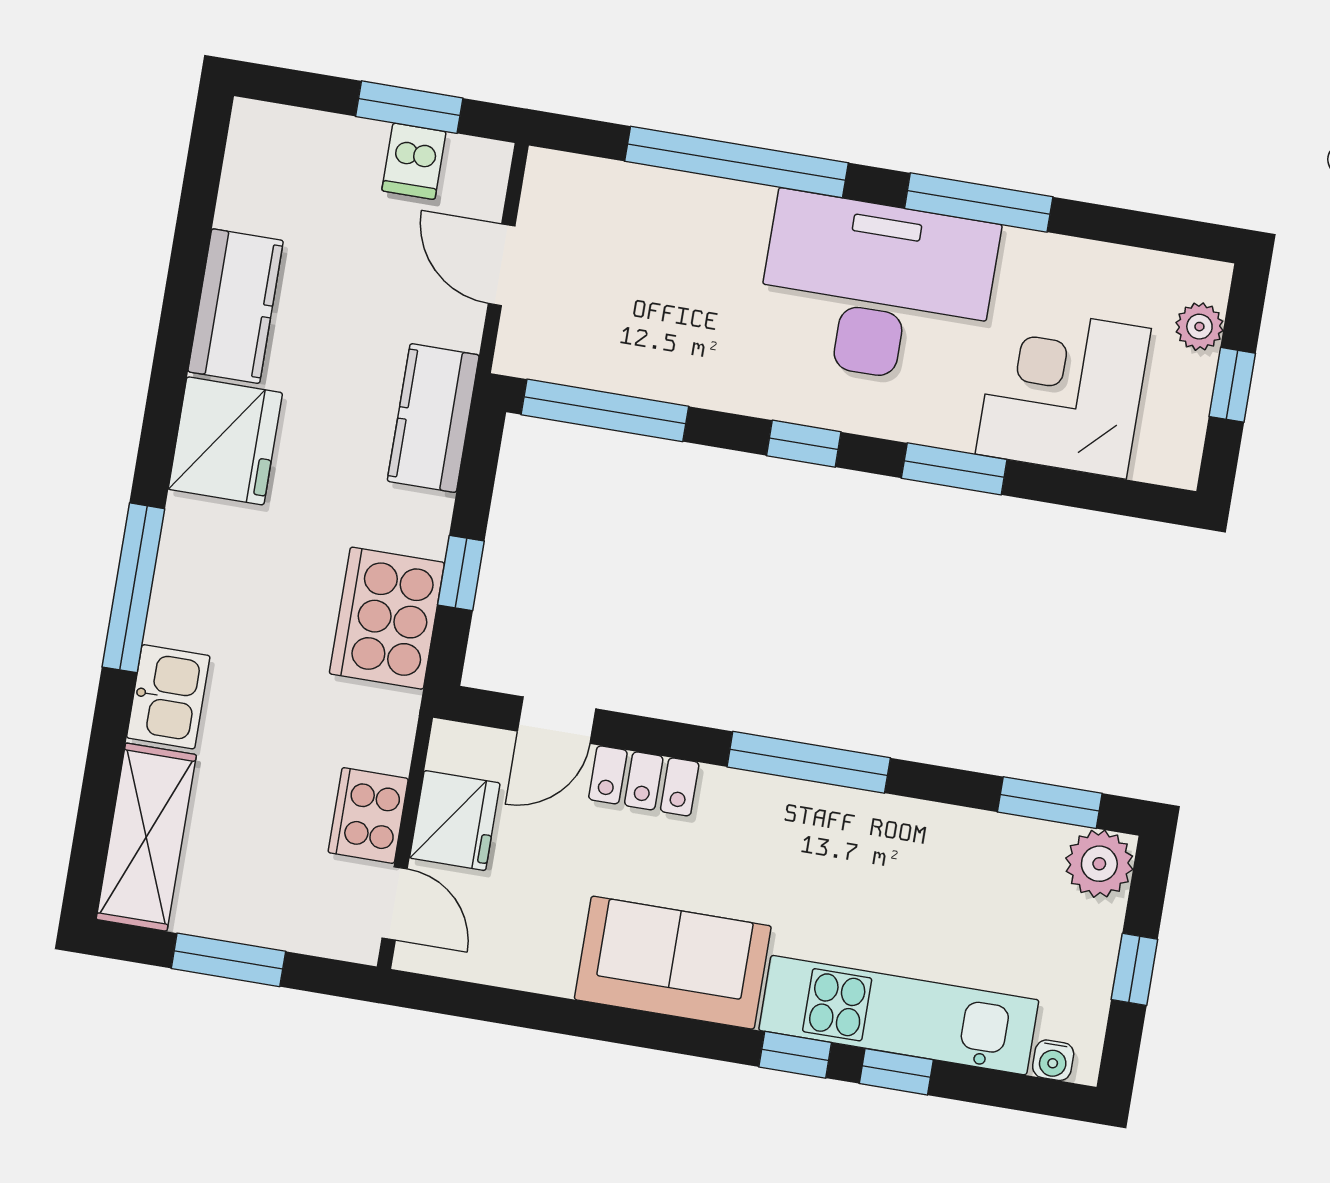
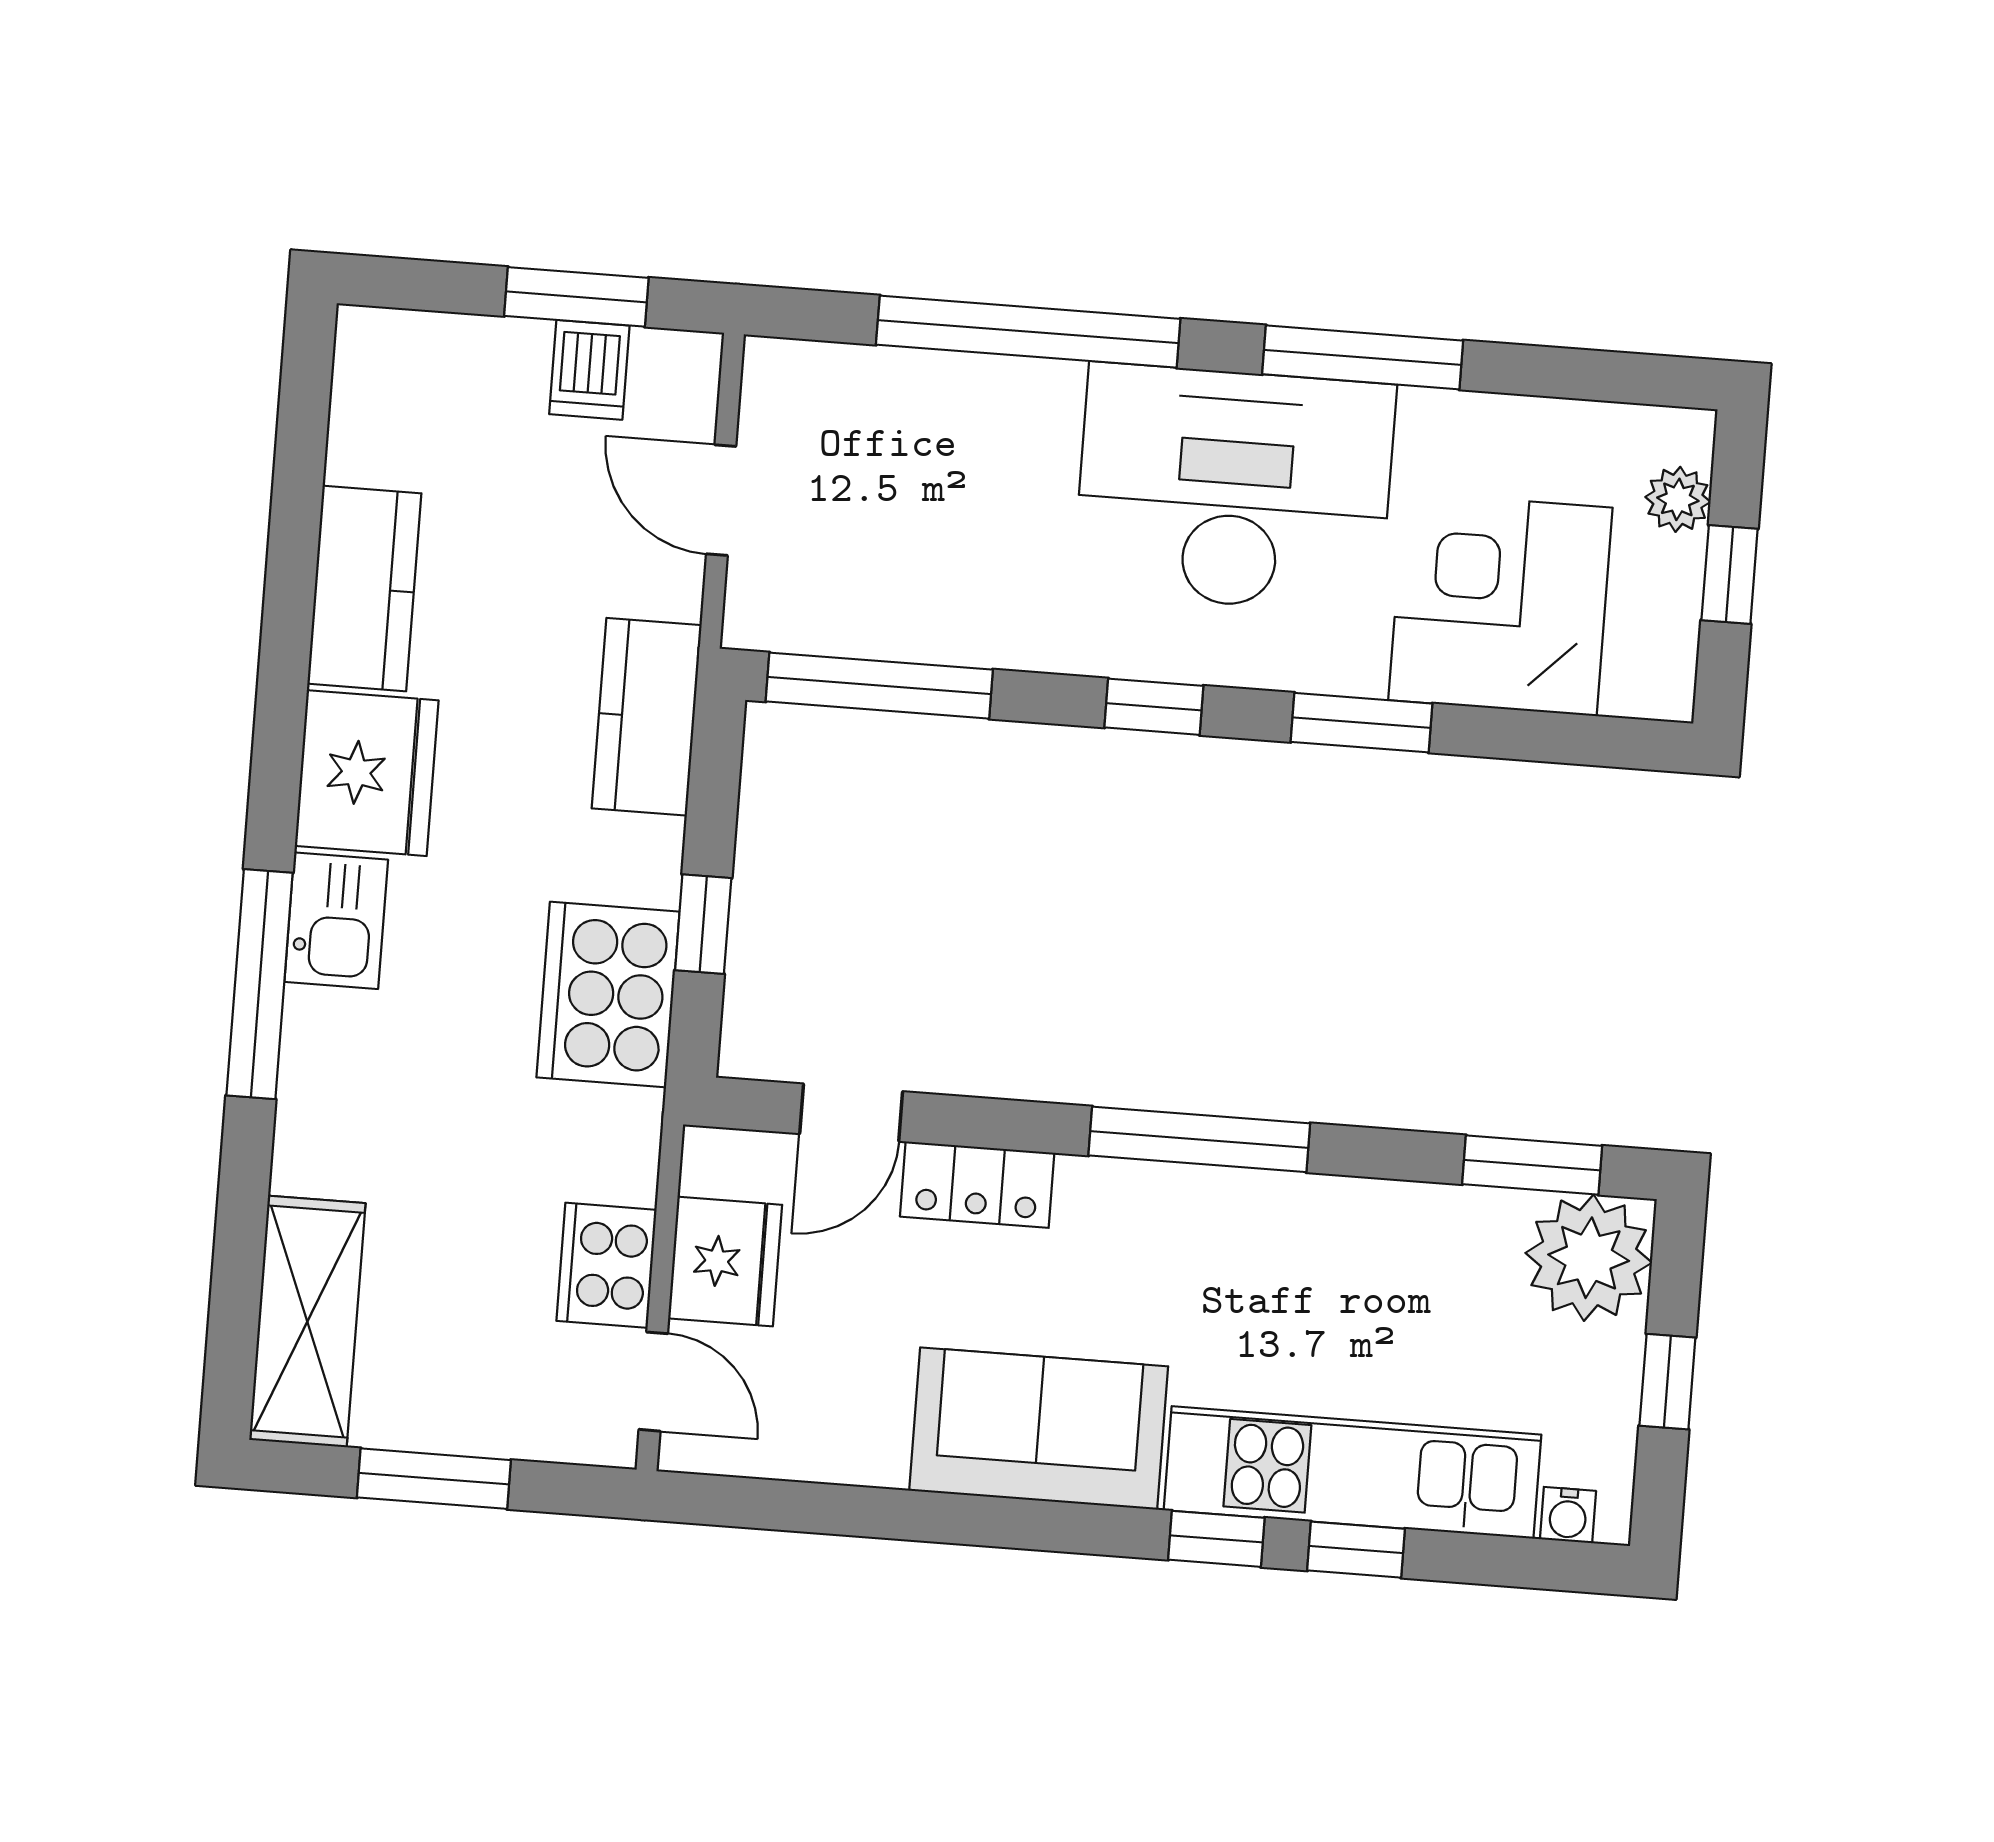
kitchen sink: (168, 697) -> (336, 921), moved
plant: (1099, 864) -> (1589, 1258), width x1.36, depth x1.36

